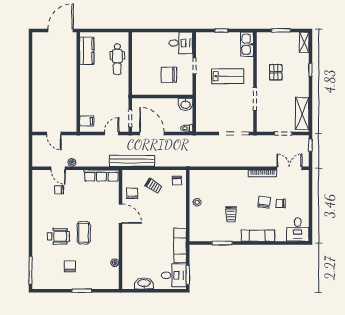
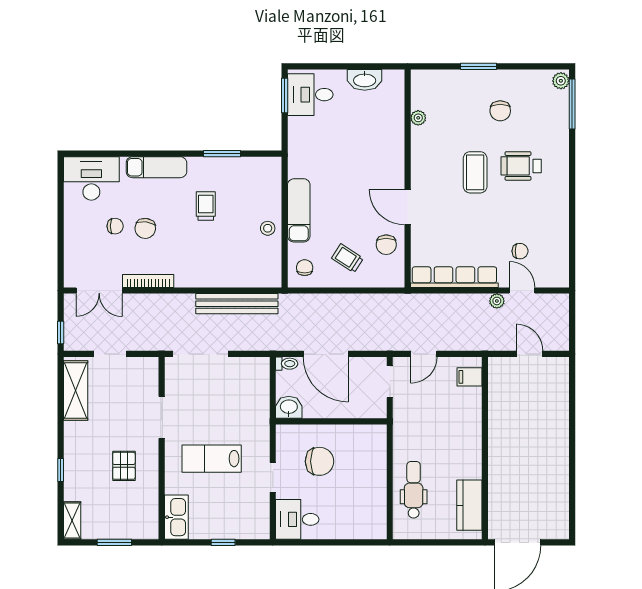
door: (152, 133) -> (326, 354), moved
bench: (132, 161) -> (237, 304), moved
row of seats: (101, 175) -> (454, 277), width x1.36
desk: (298, 229) -> (91, 178), width x1.37
exam couch: (180, 246) -> (299, 210), moved
plant: (37, 283) -> (561, 81), added

